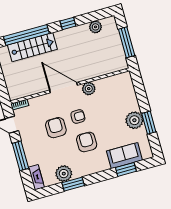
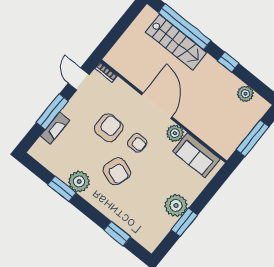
armchair: (87, 142) -> (117, 171), turned 109
sofa: (124, 156) -> (196, 155), moved, turned 180
plant: (64, 174) -> (79, 181), moved
fireplace: (36, 177) -> (55, 128), moved

